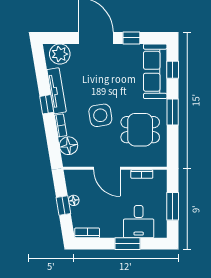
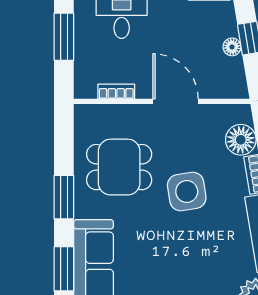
window: (173, 70) -> (64, 269), width x1.50

